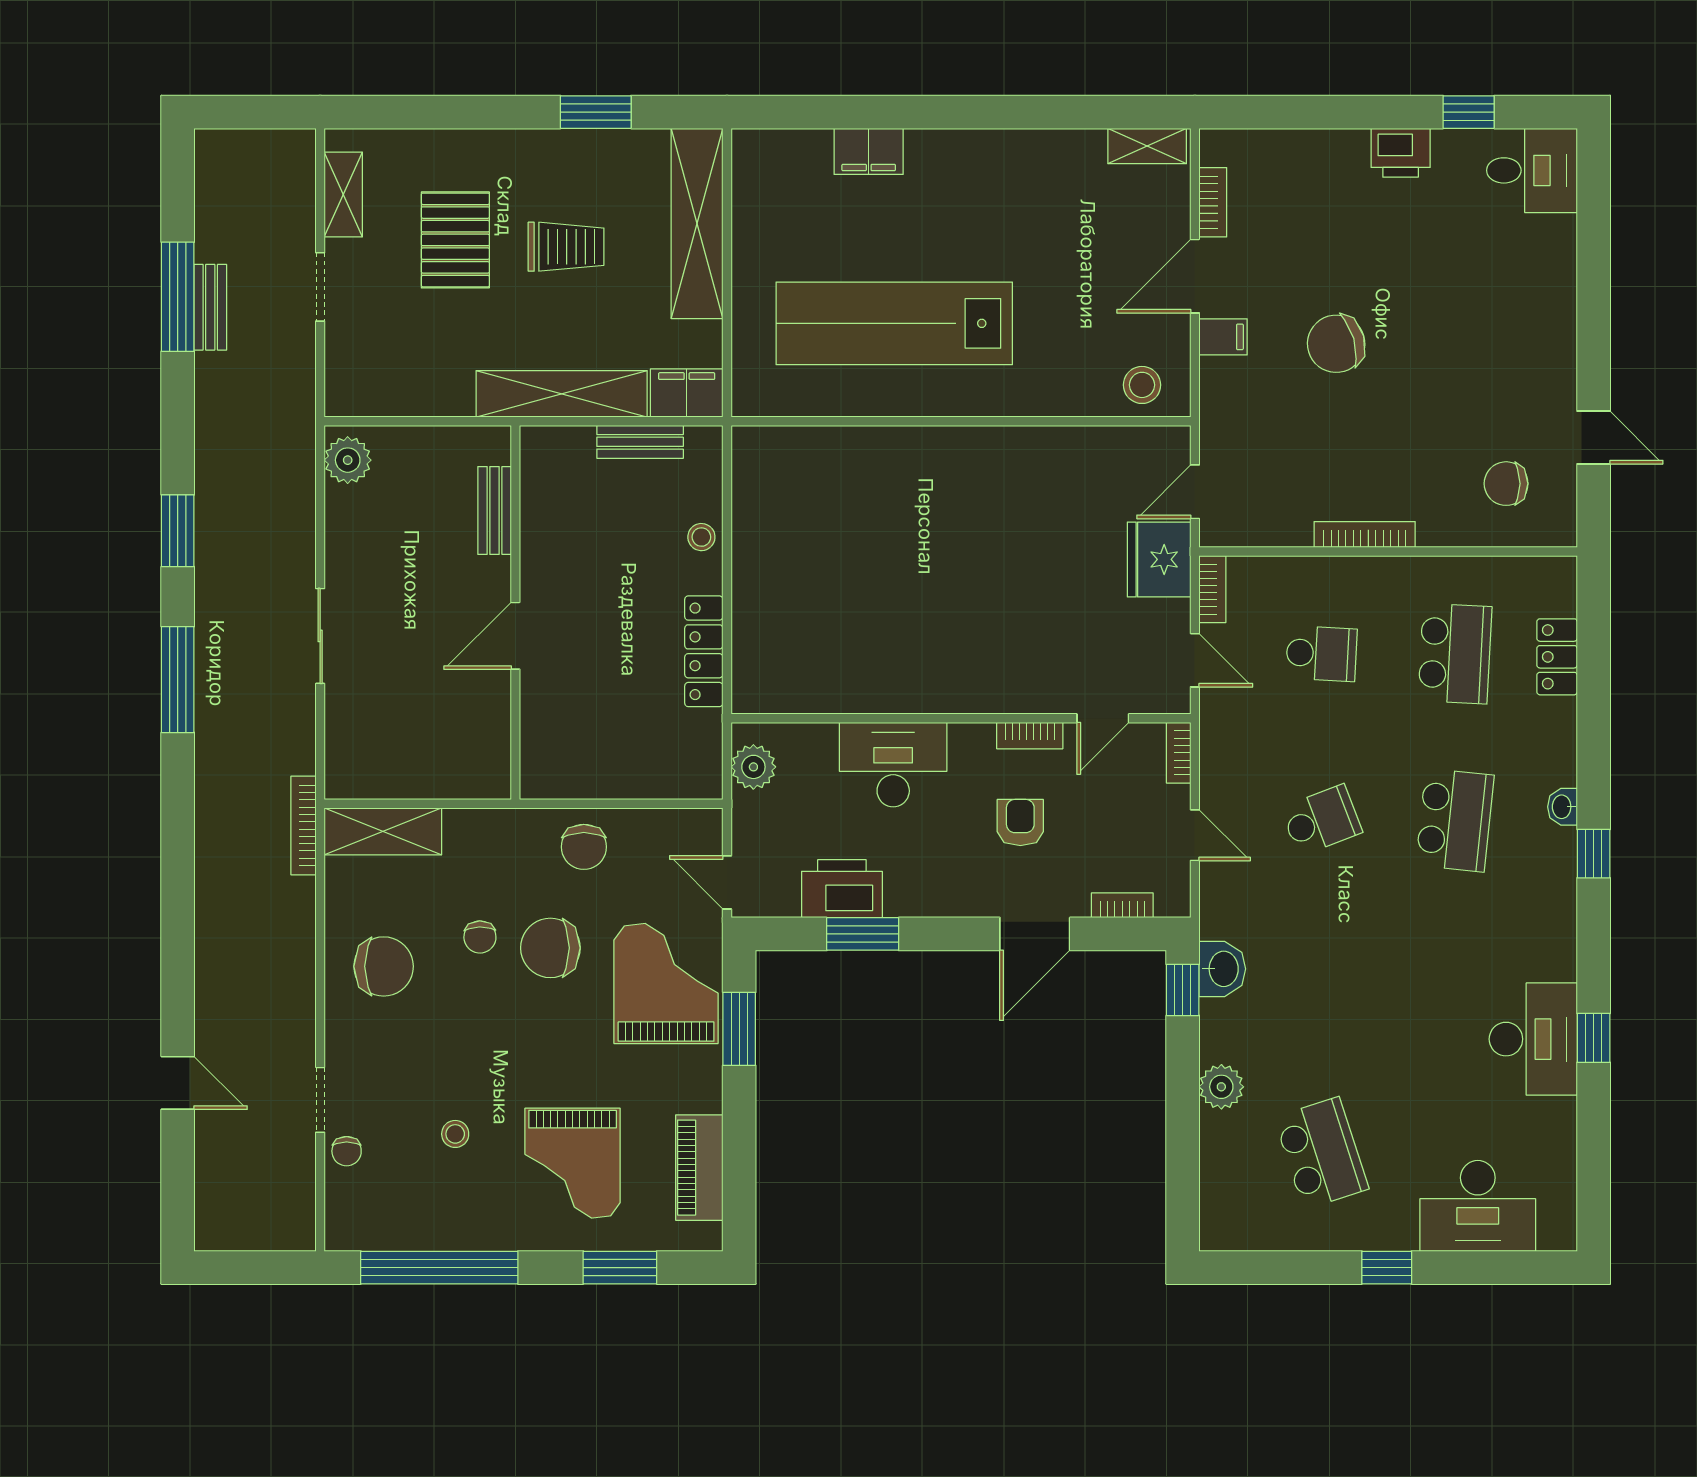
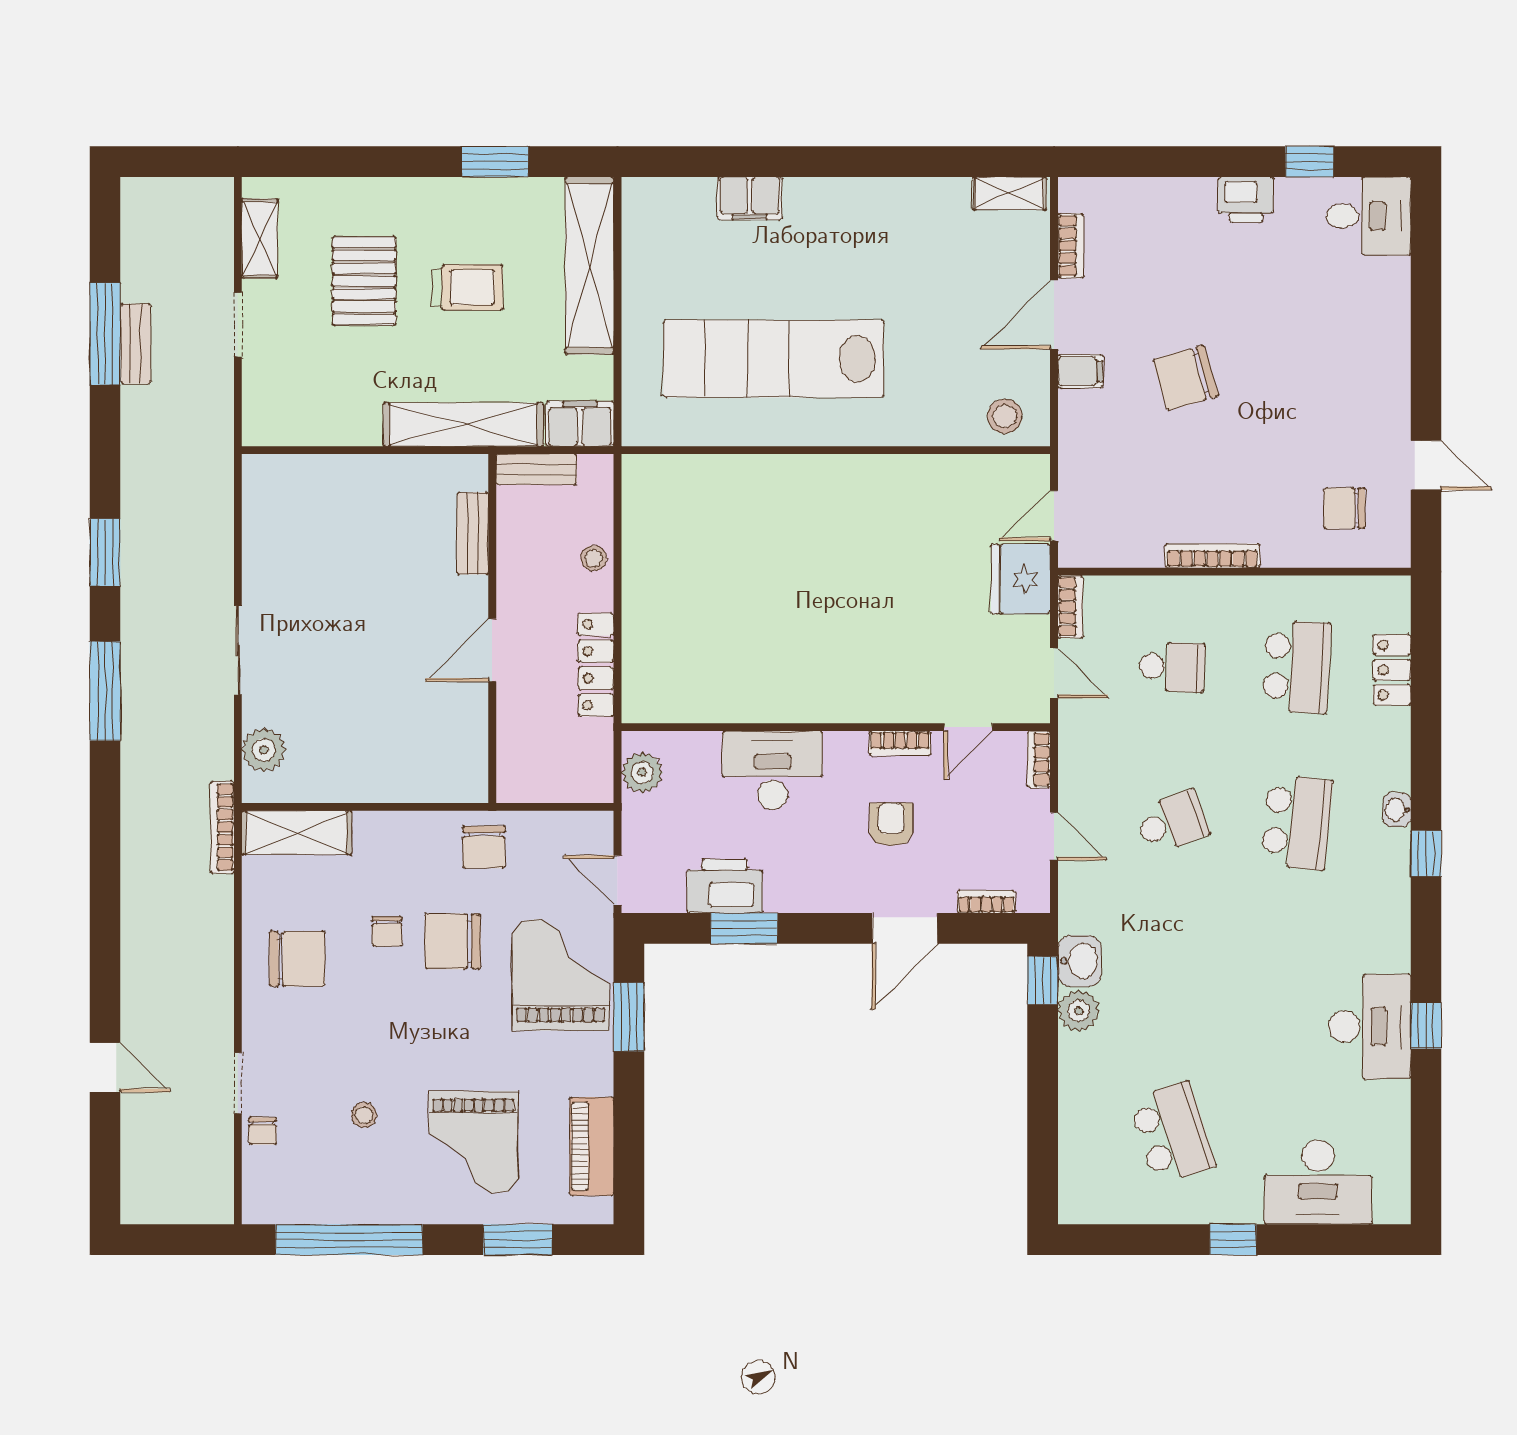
plant: (348, 460) -> (264, 750), moved
bench: (495, 510) -> (473, 533), moved
wall: (515, 612) -> (492, 629), moved
door: (515, 636) -> (492, 650), moved
plant: (1221, 1087) -> (1079, 1011), moved

